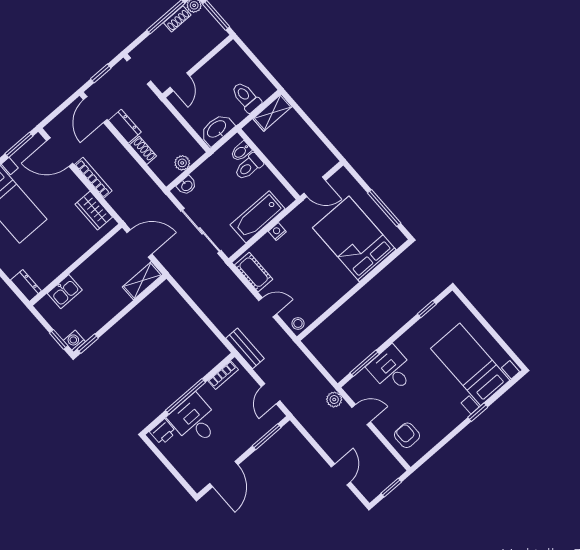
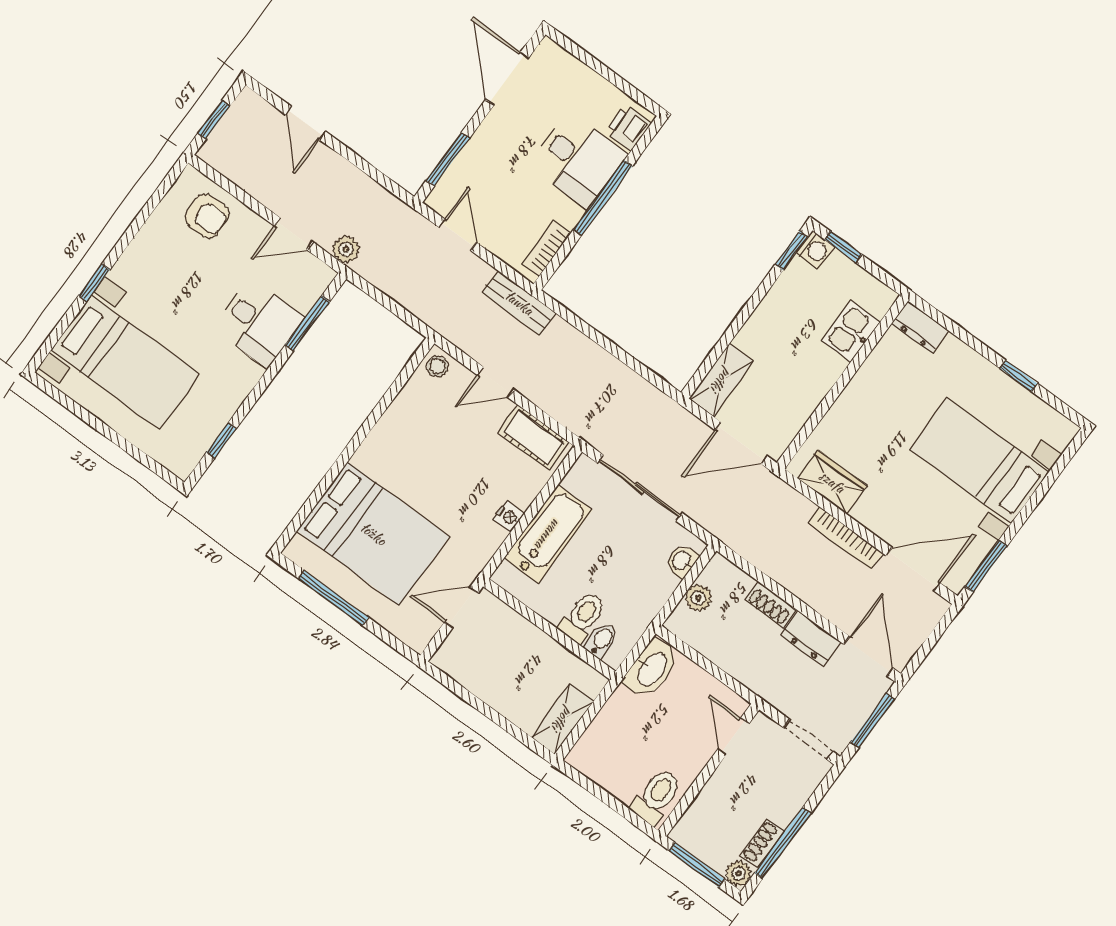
window: (101, 73) -> (873, 720), width x1.50
toilet: (246, 97) -> (657, 796), moved, turned -90

